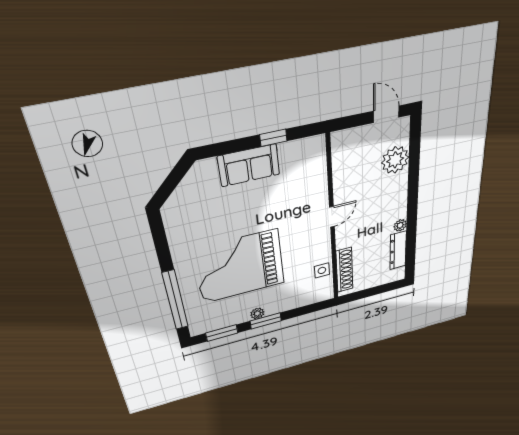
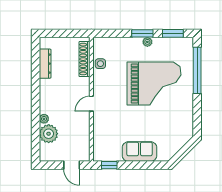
door: (386, 114) -> (72, 165), moved
window: (273, 138) -> (109, 165), moved
plant: (400, 225) -> (44, 119), moved

